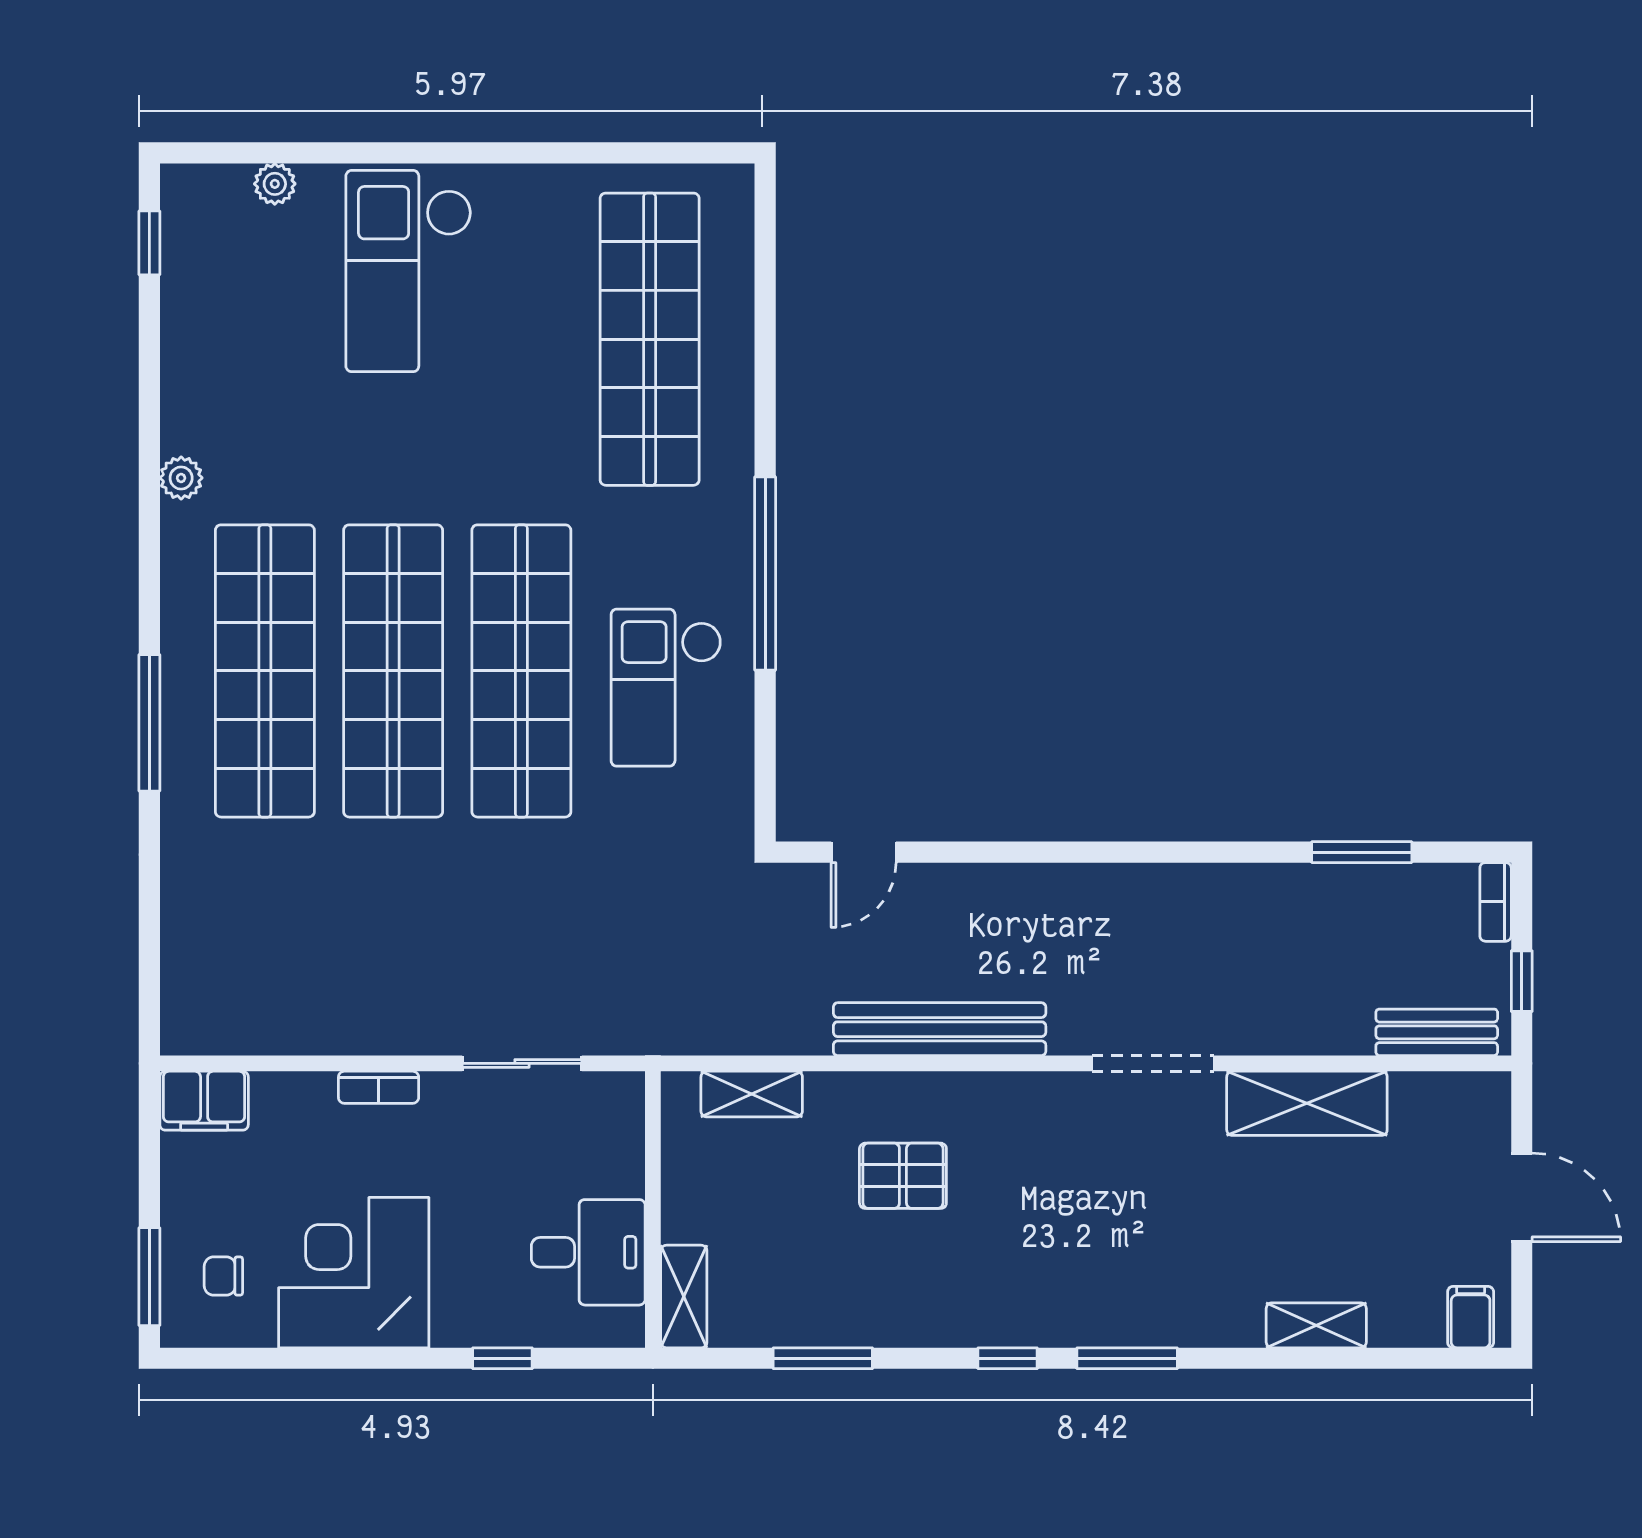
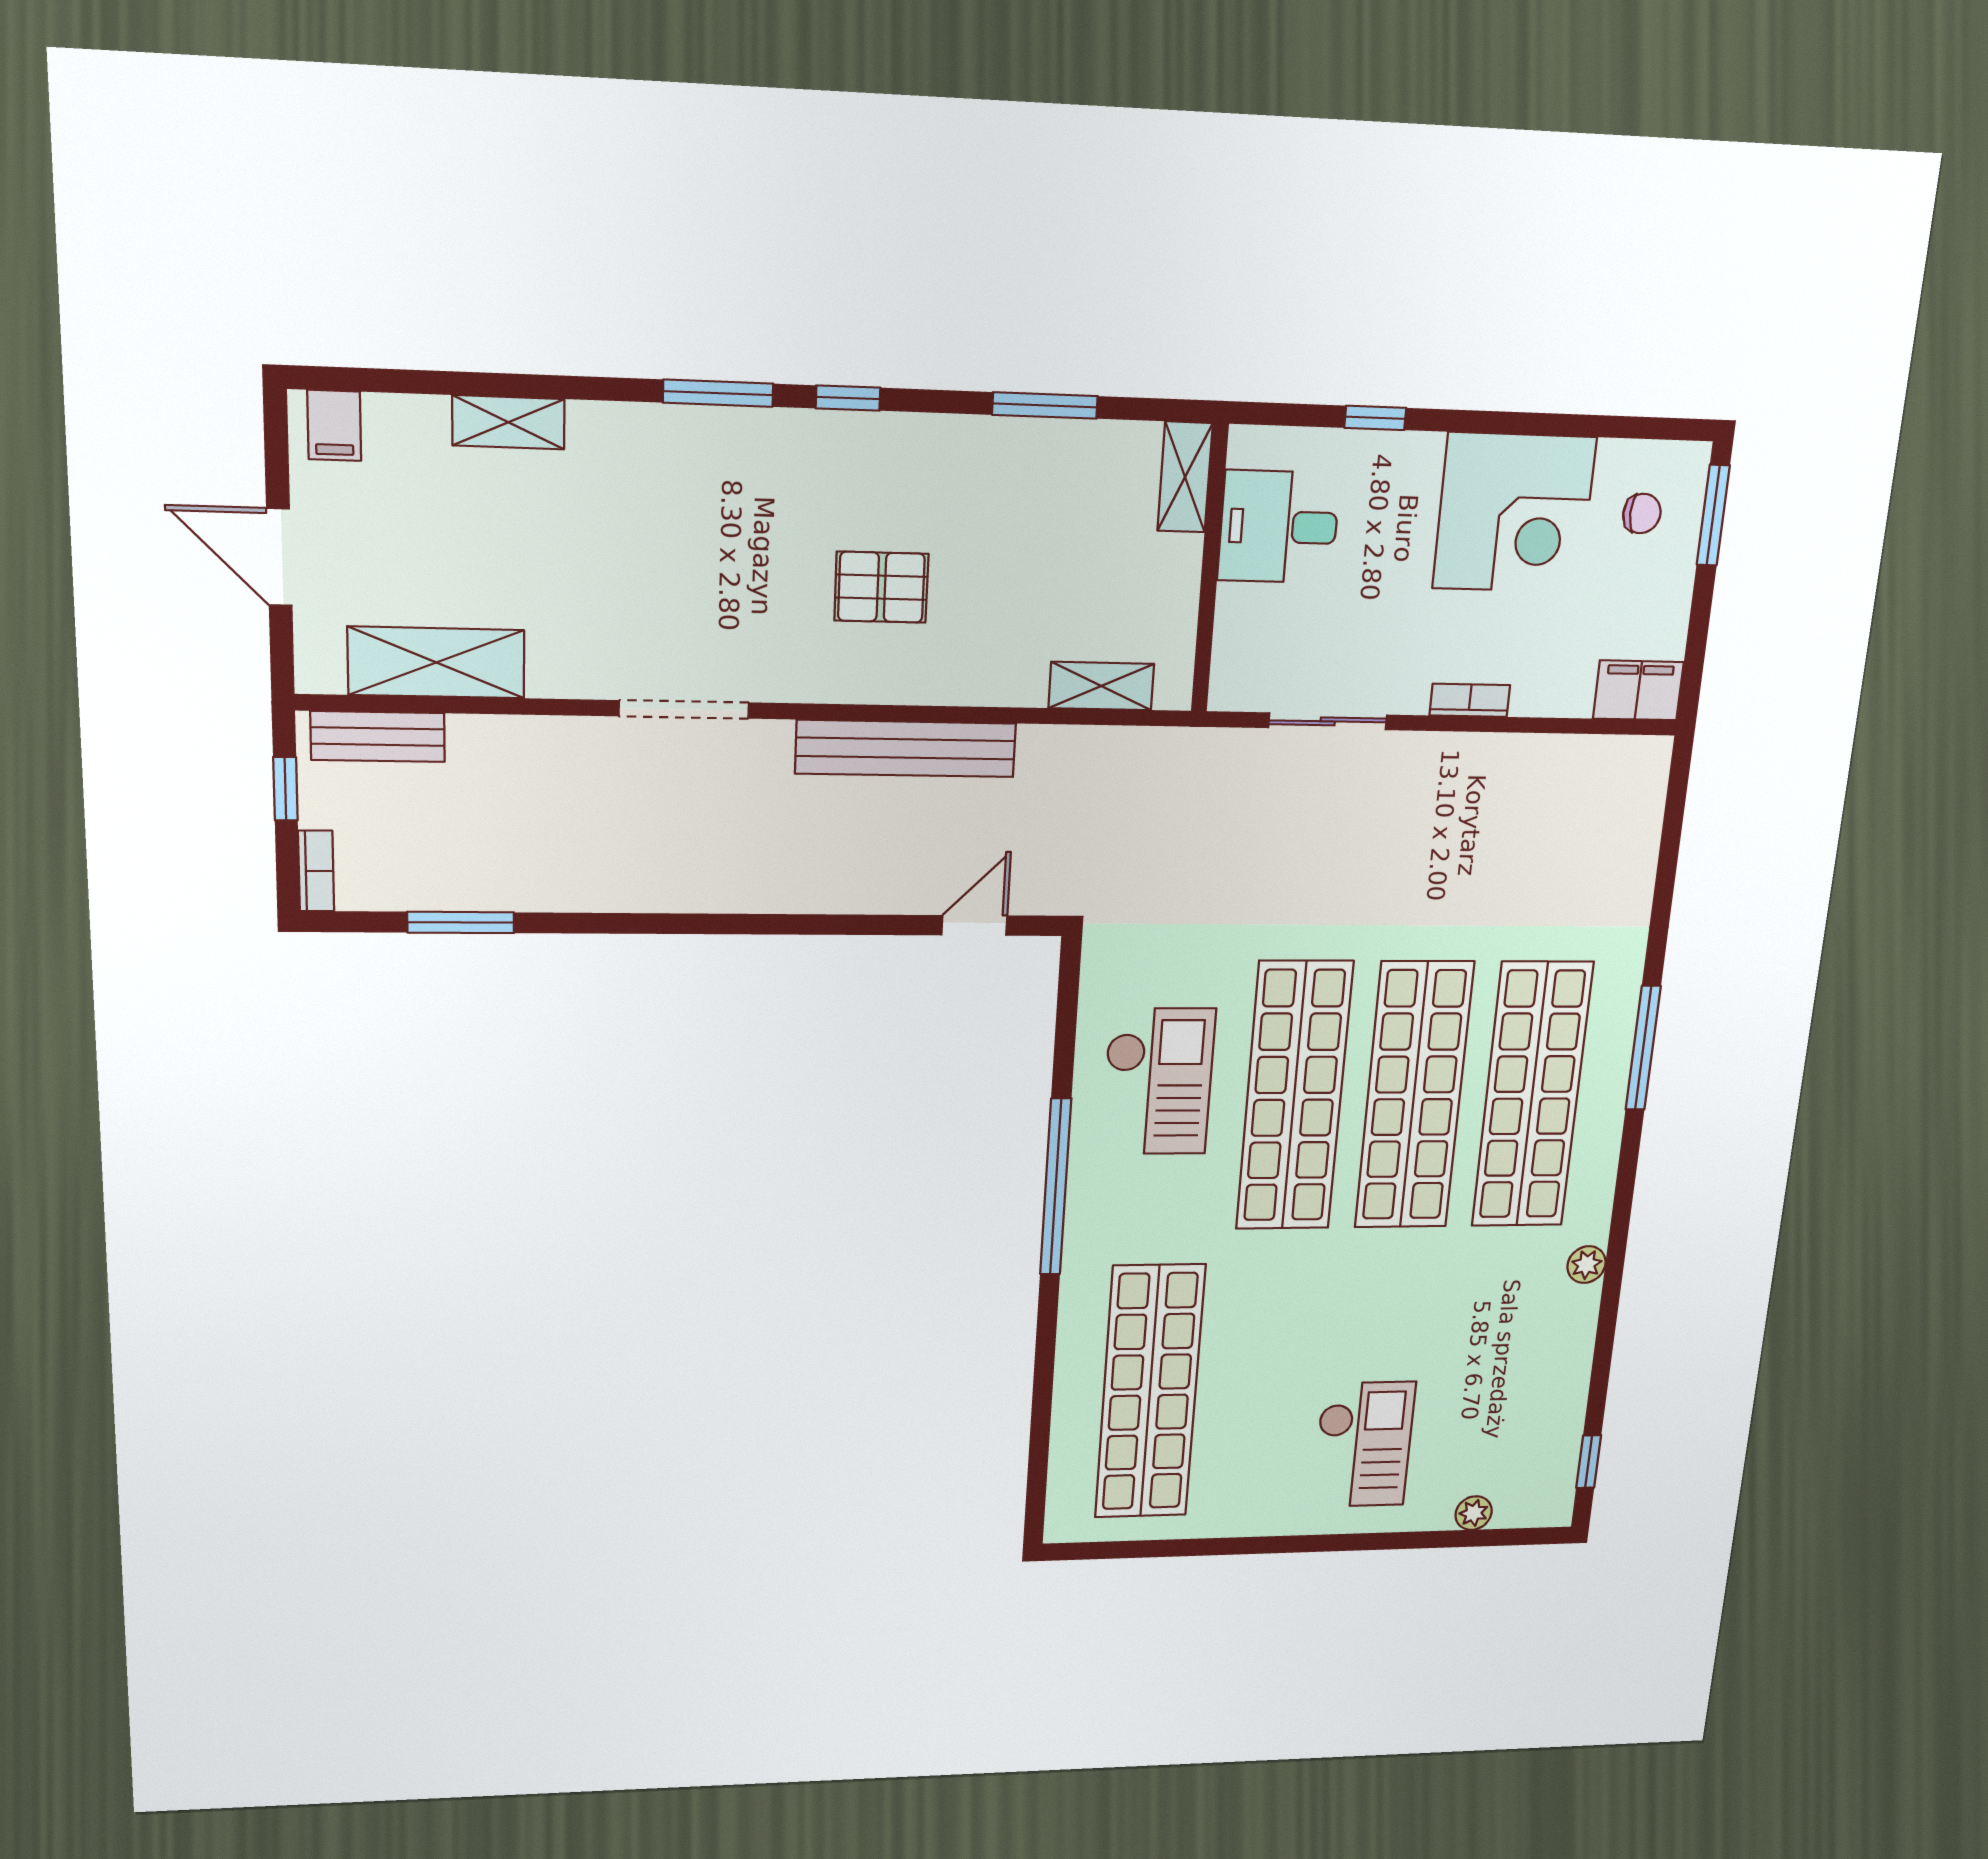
checkout: (409, 271) -> (1363, 1444), width x0.73, depth x0.83
shelving: (1307, 1103) -> (436, 662), moved
pallet: (903, 1176) -> (881, 587), moved

